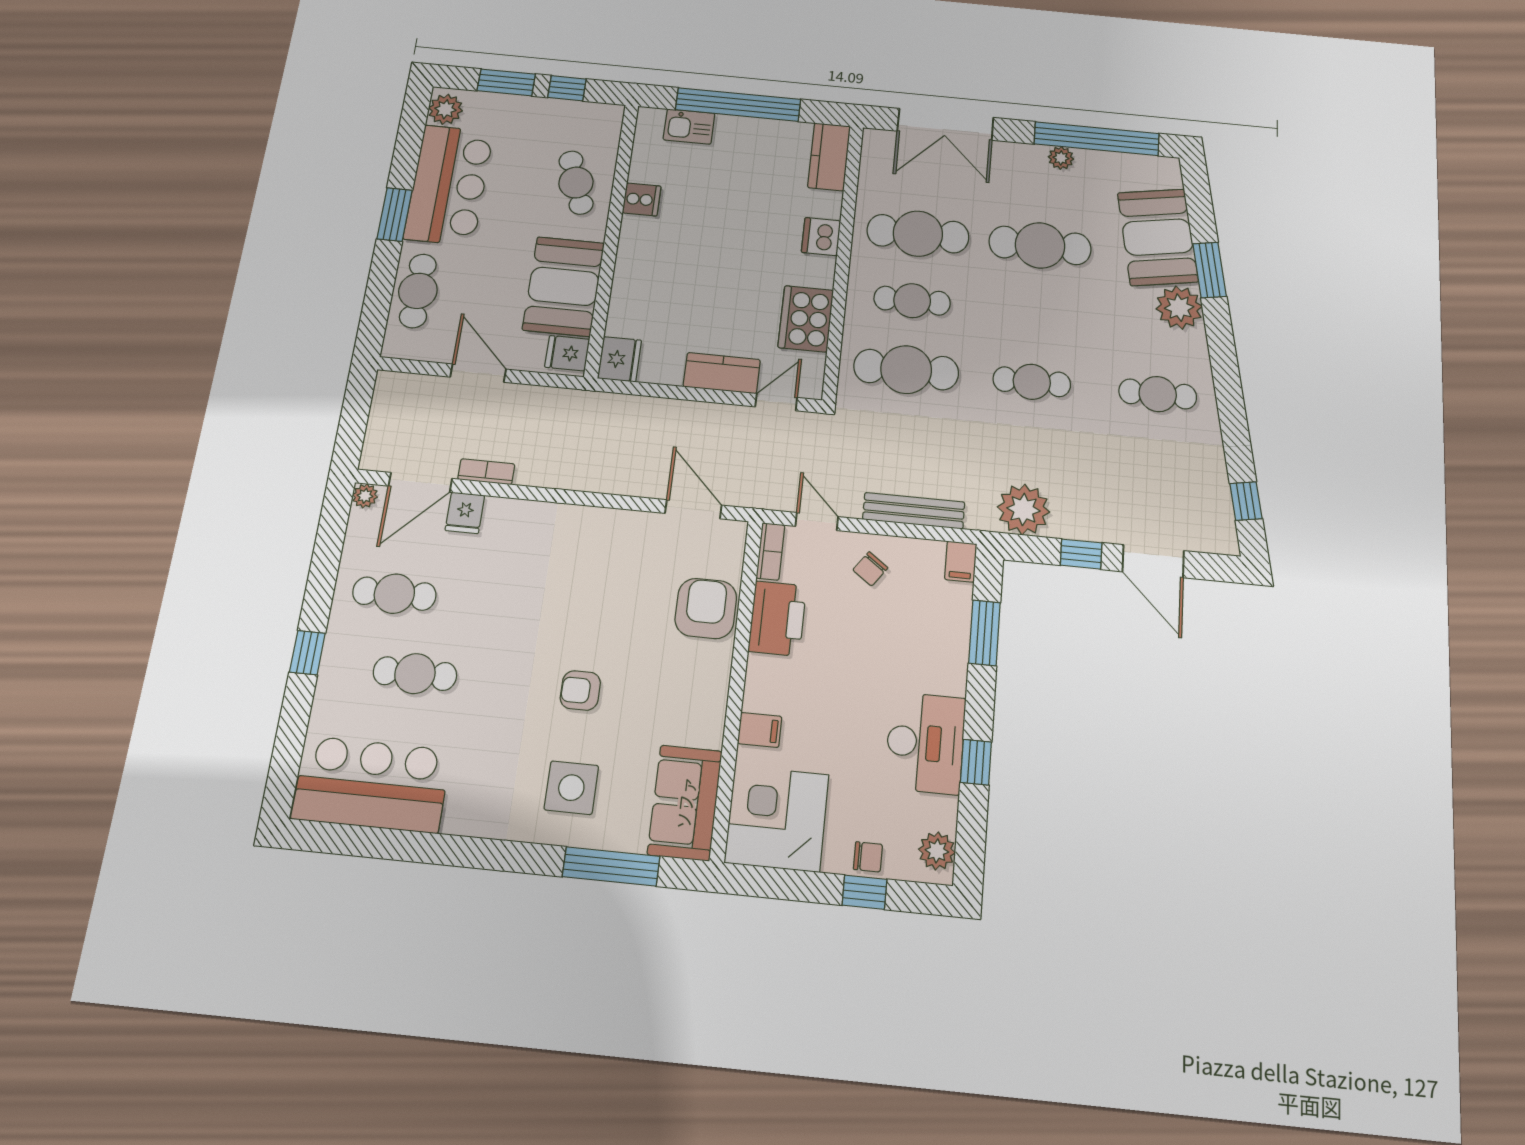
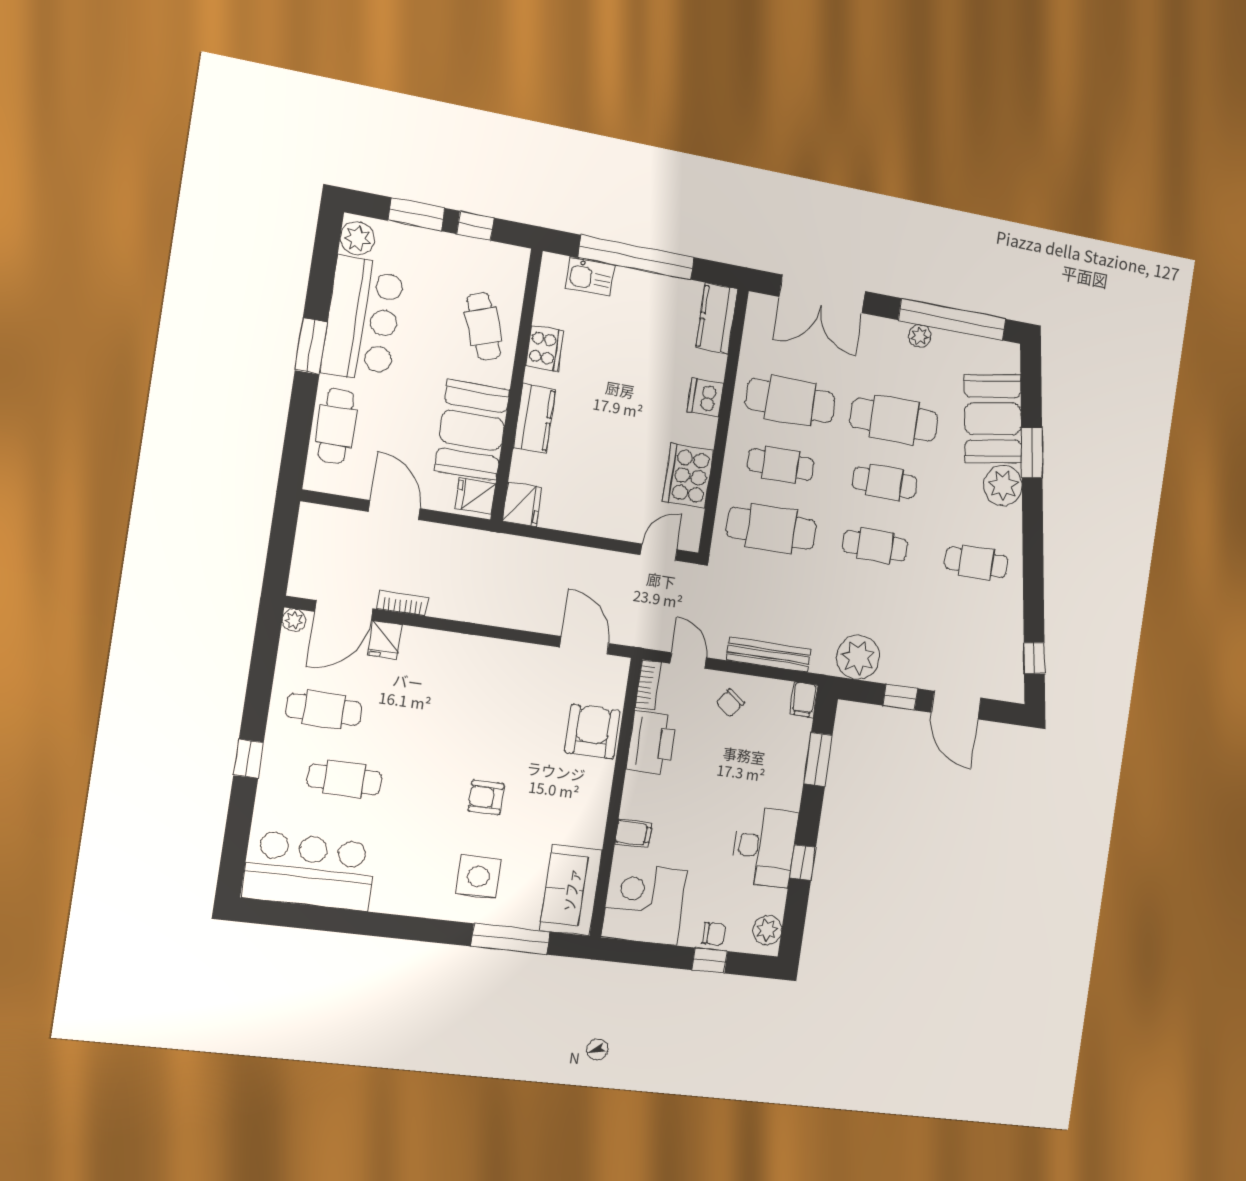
cooker: (642, 199) -> (545, 348), width x1.36
cafe table: (1036, 313) -> (884, 483), added
kitchen counter: (722, 373) -> (534, 418), moved, turned 90

